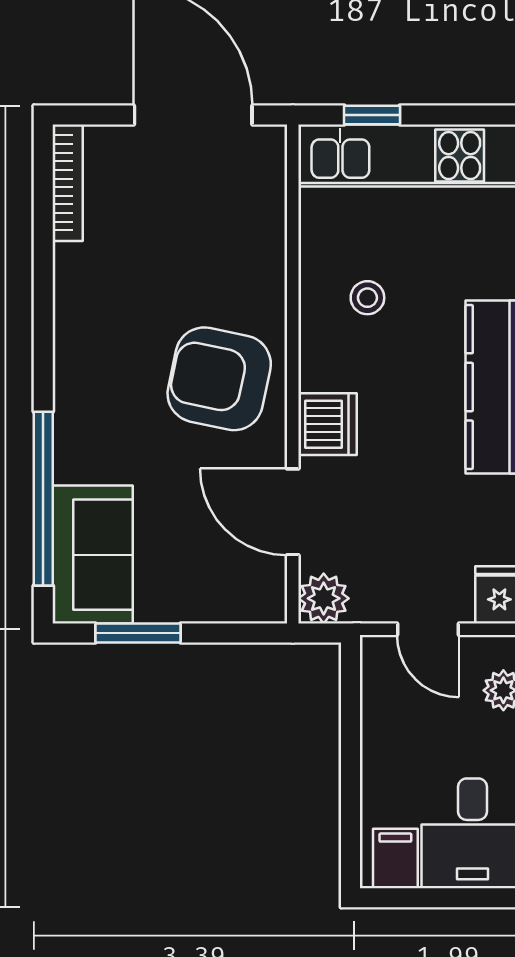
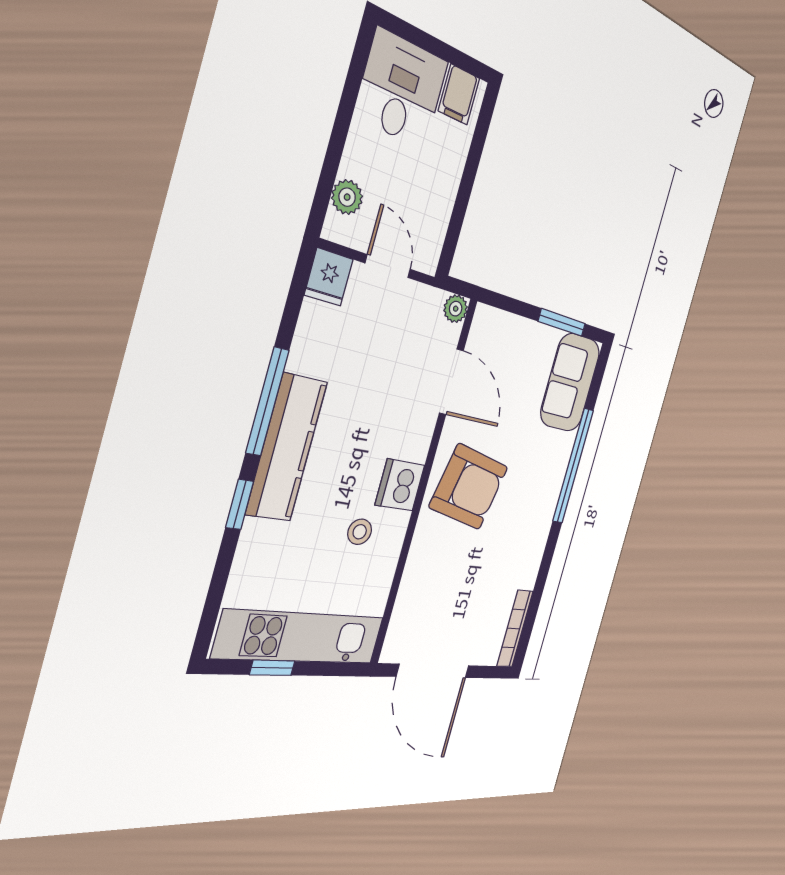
window: (372, 115) -> (272, 668), moved
dishwasher: (328, 424) -> (400, 485), moved
window: (43, 499) -> (573, 466), moved
plant: (324, 598) -> (456, 309), width x0.73, depth x0.73

